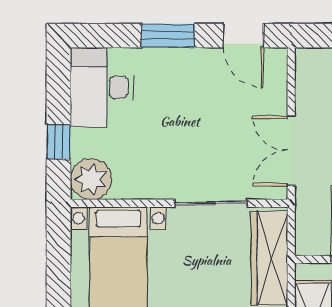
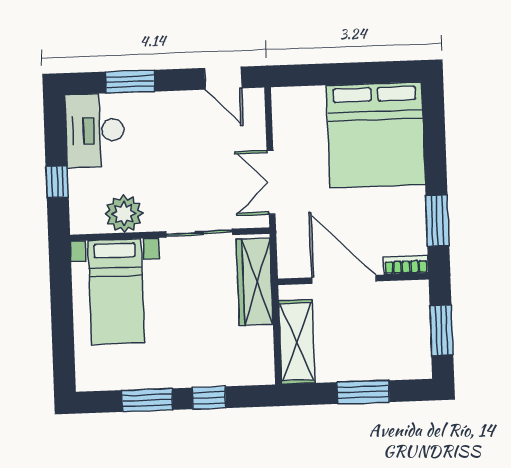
window: (168, 36) -> (130, 82), moved
plant: (91, 179) -> (124, 214), moved

